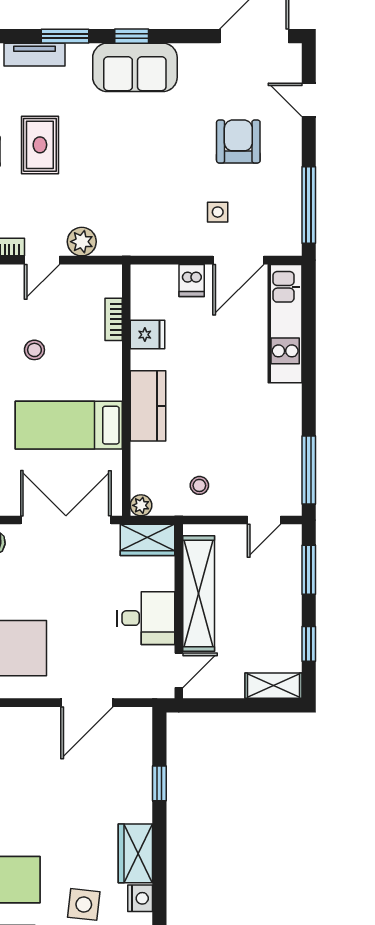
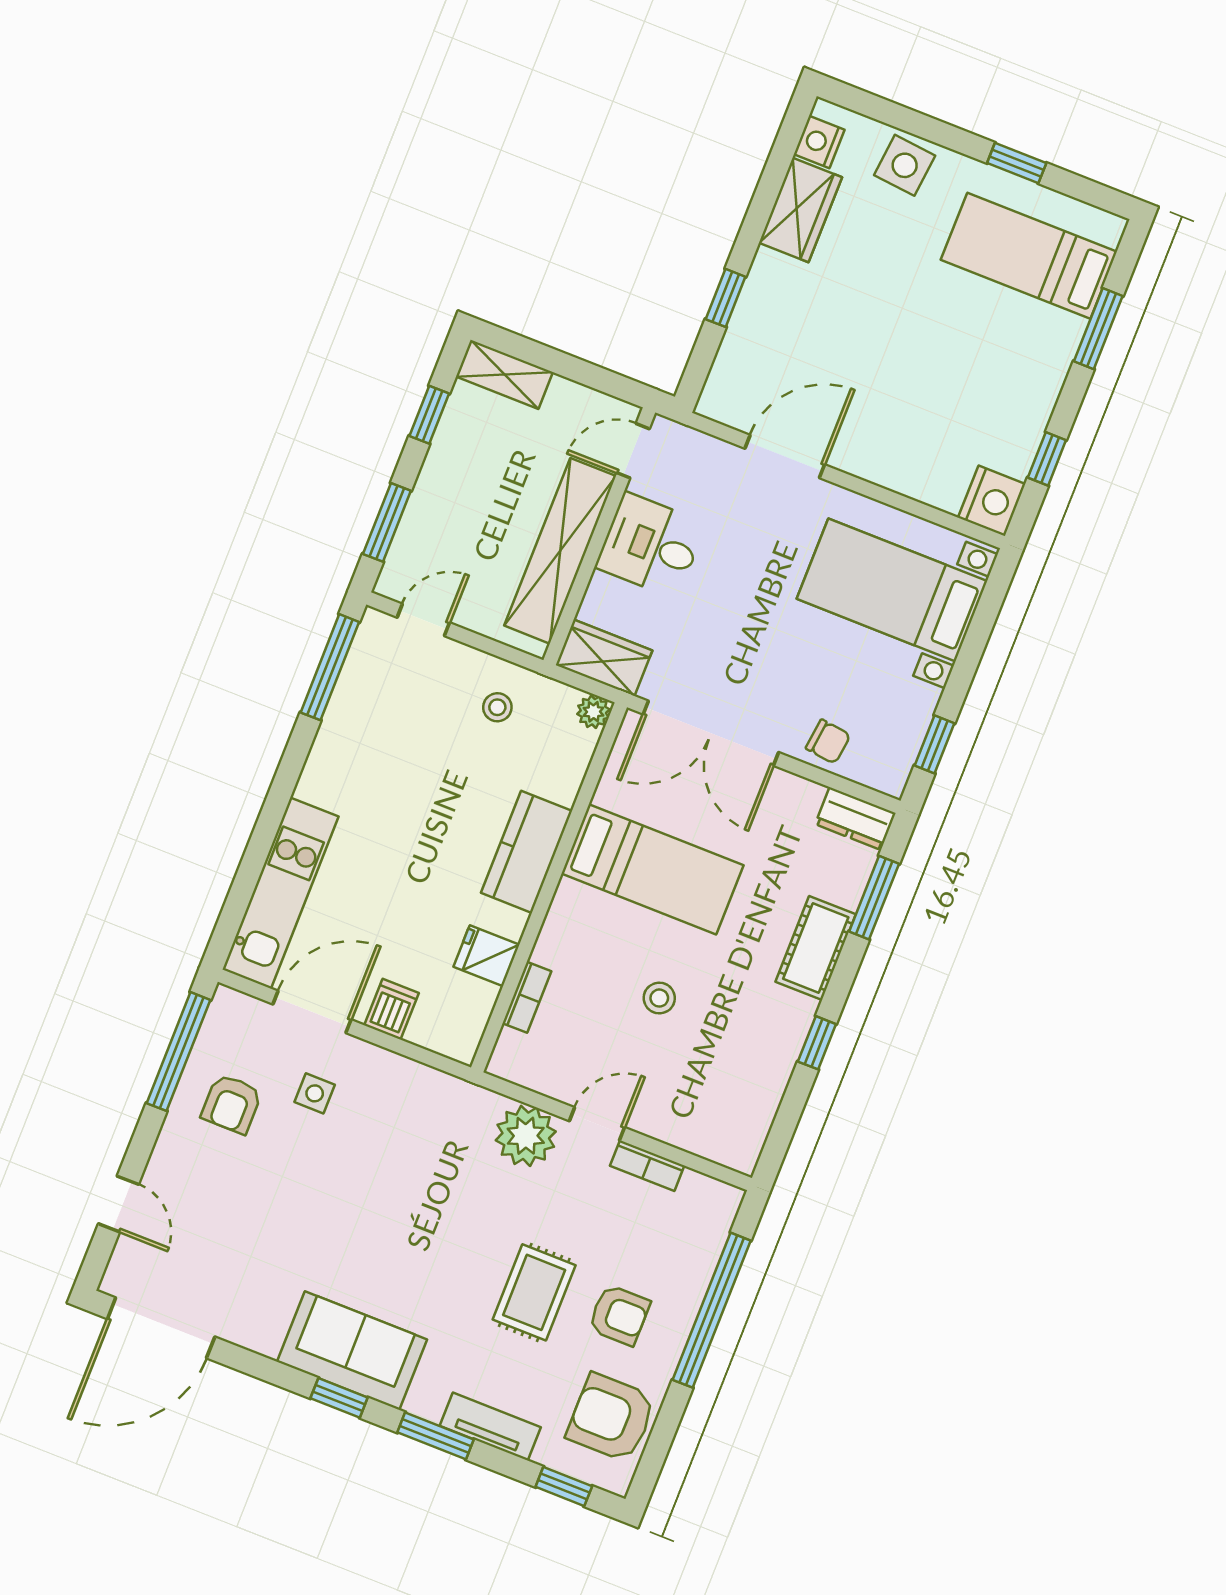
armchair: (238, 141) -> (232, 1104), moved, width x0.72, depth x0.72
plant: (82, 242) -> (526, 1136), width x1.36, depth x1.36

